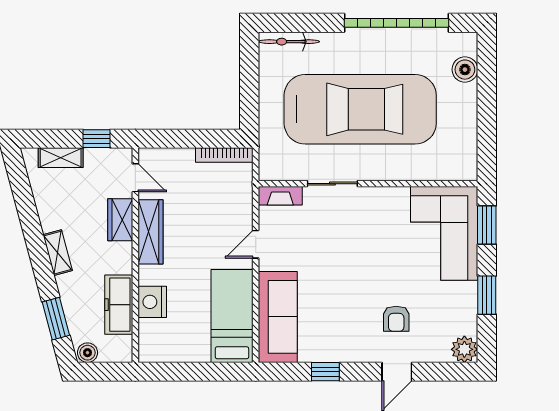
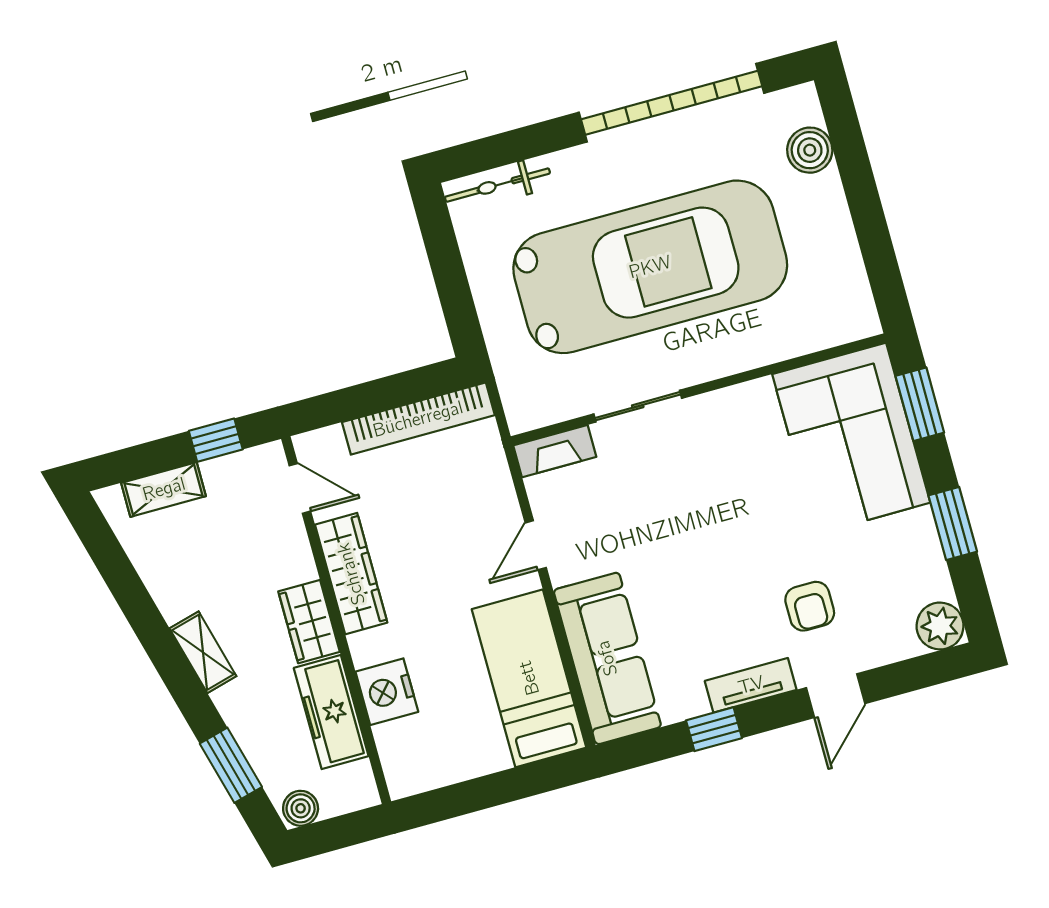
bookcase: (224, 155) -> (418, 419), width x1.48, depth x1.31
wardrobe: (120, 220) -> (309, 622), moved
tv unit: (352, 353) -> (751, 685), added

